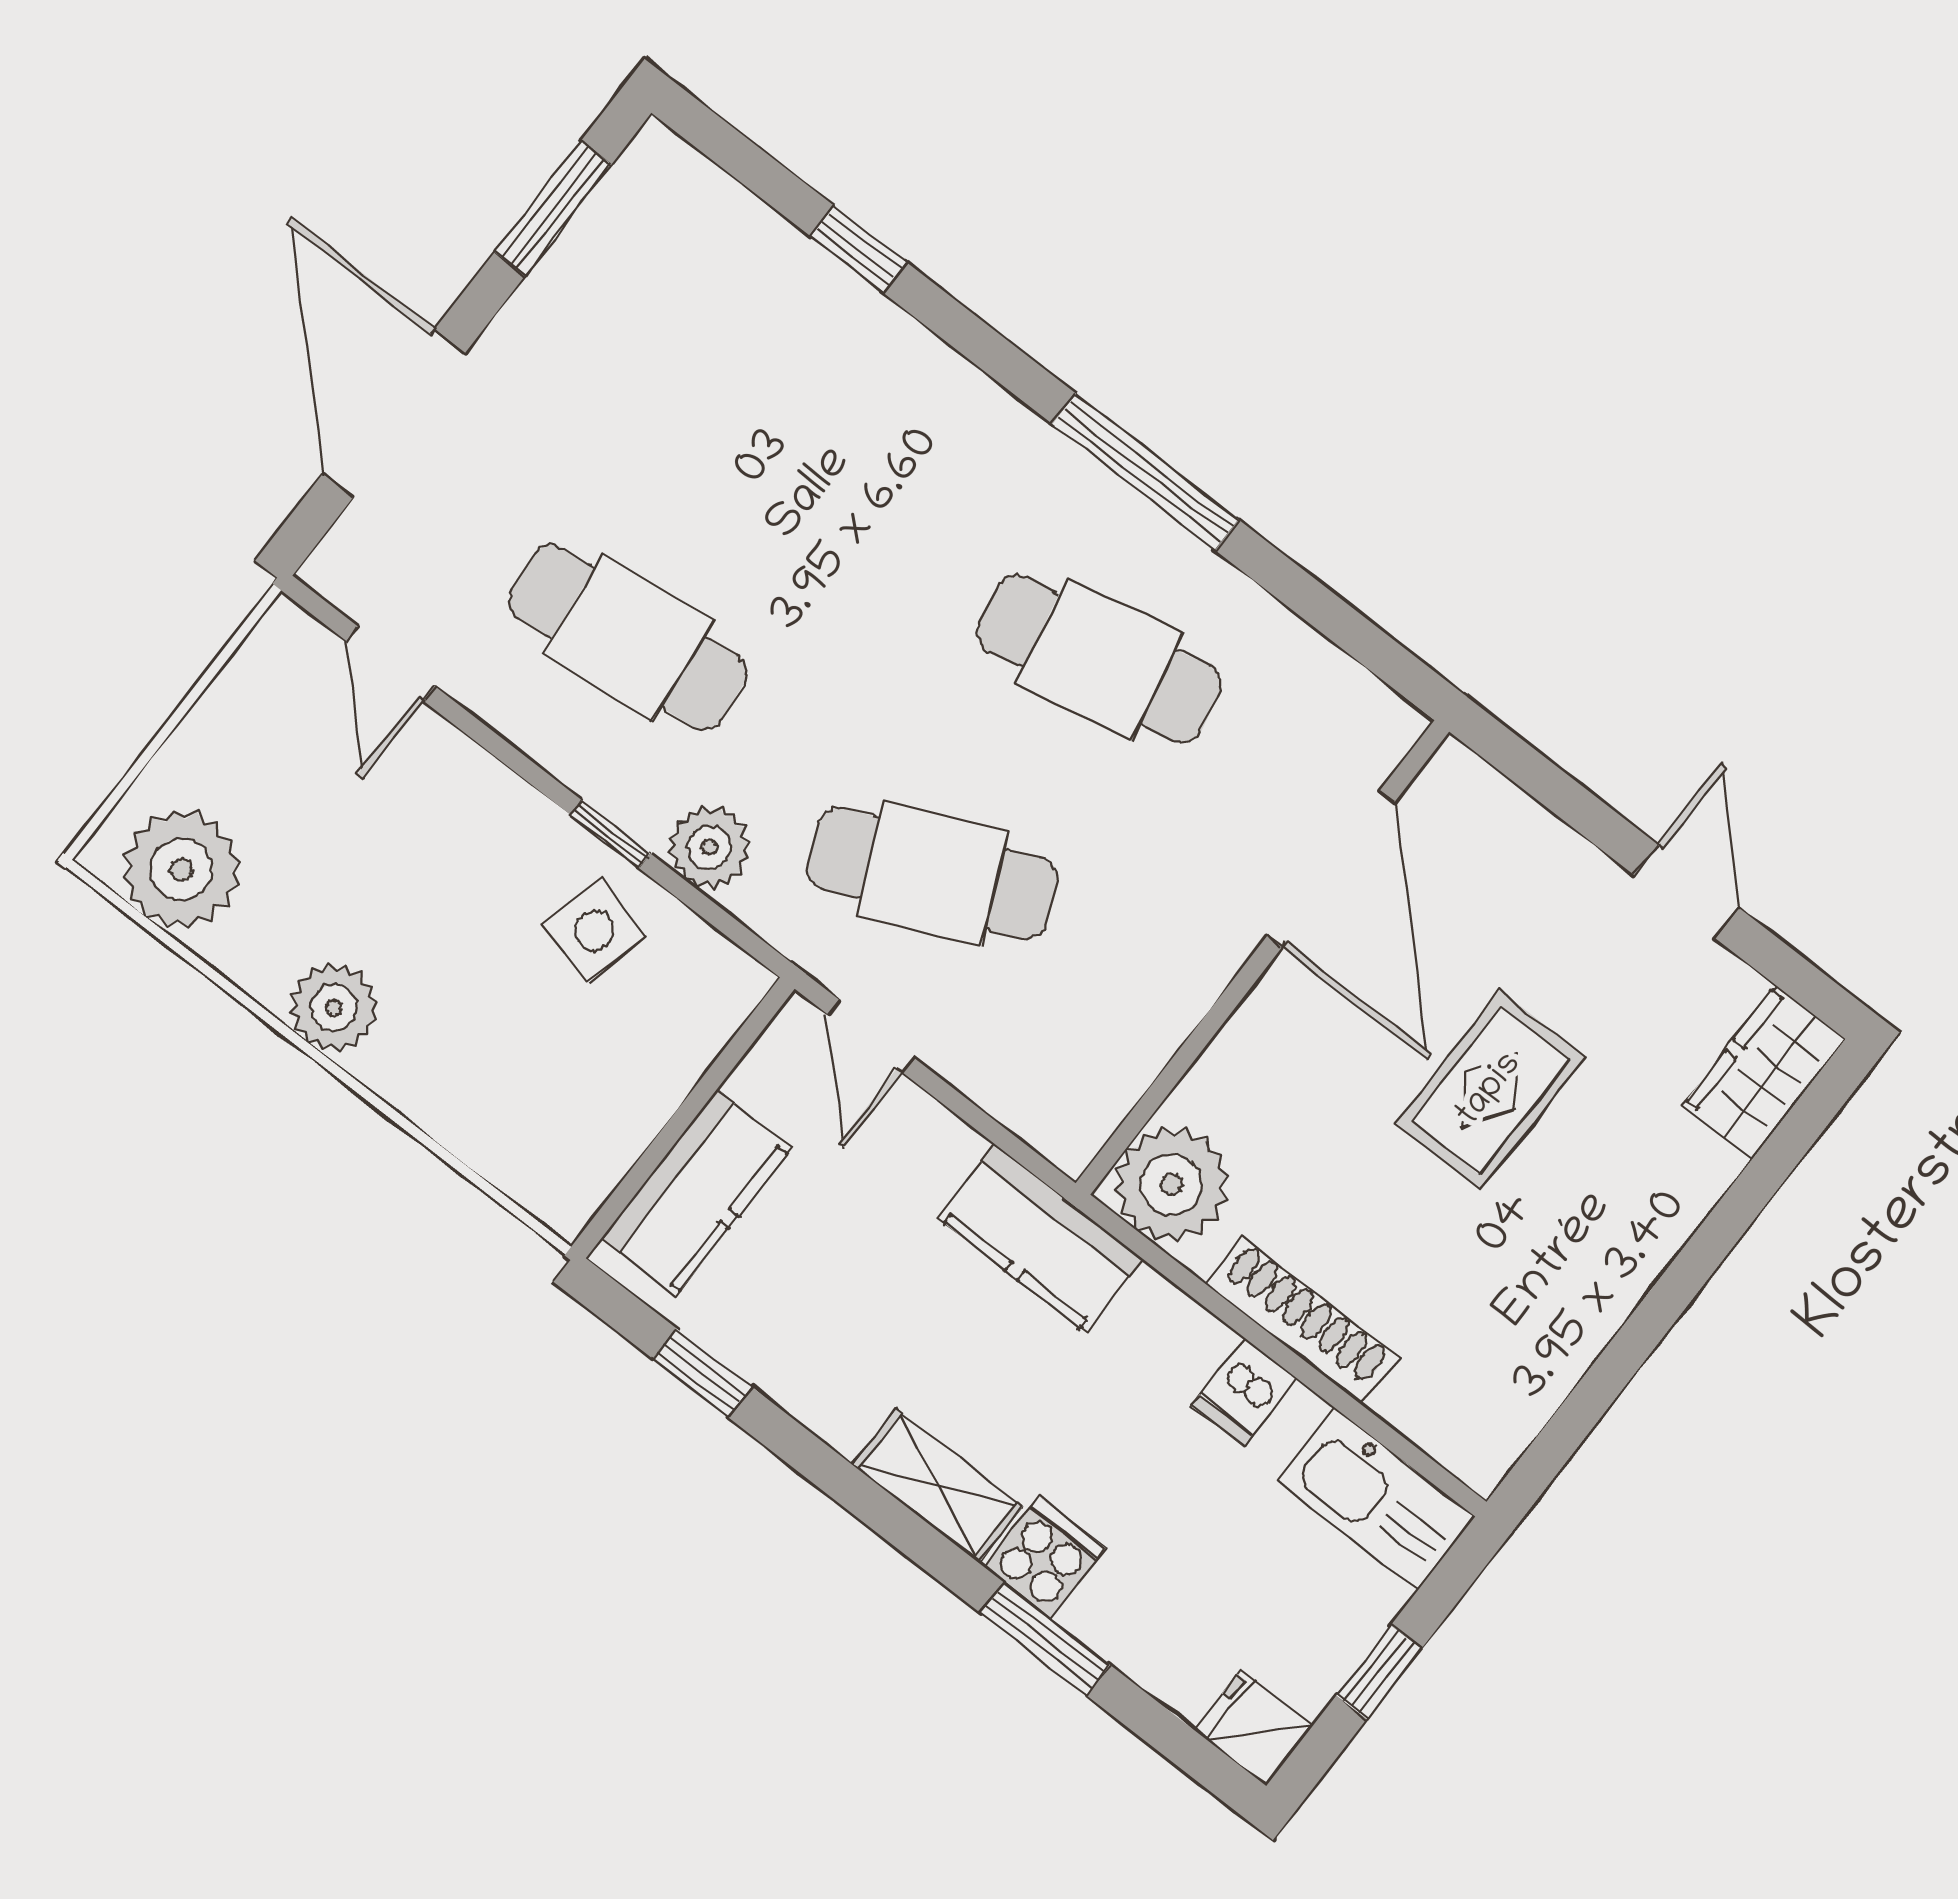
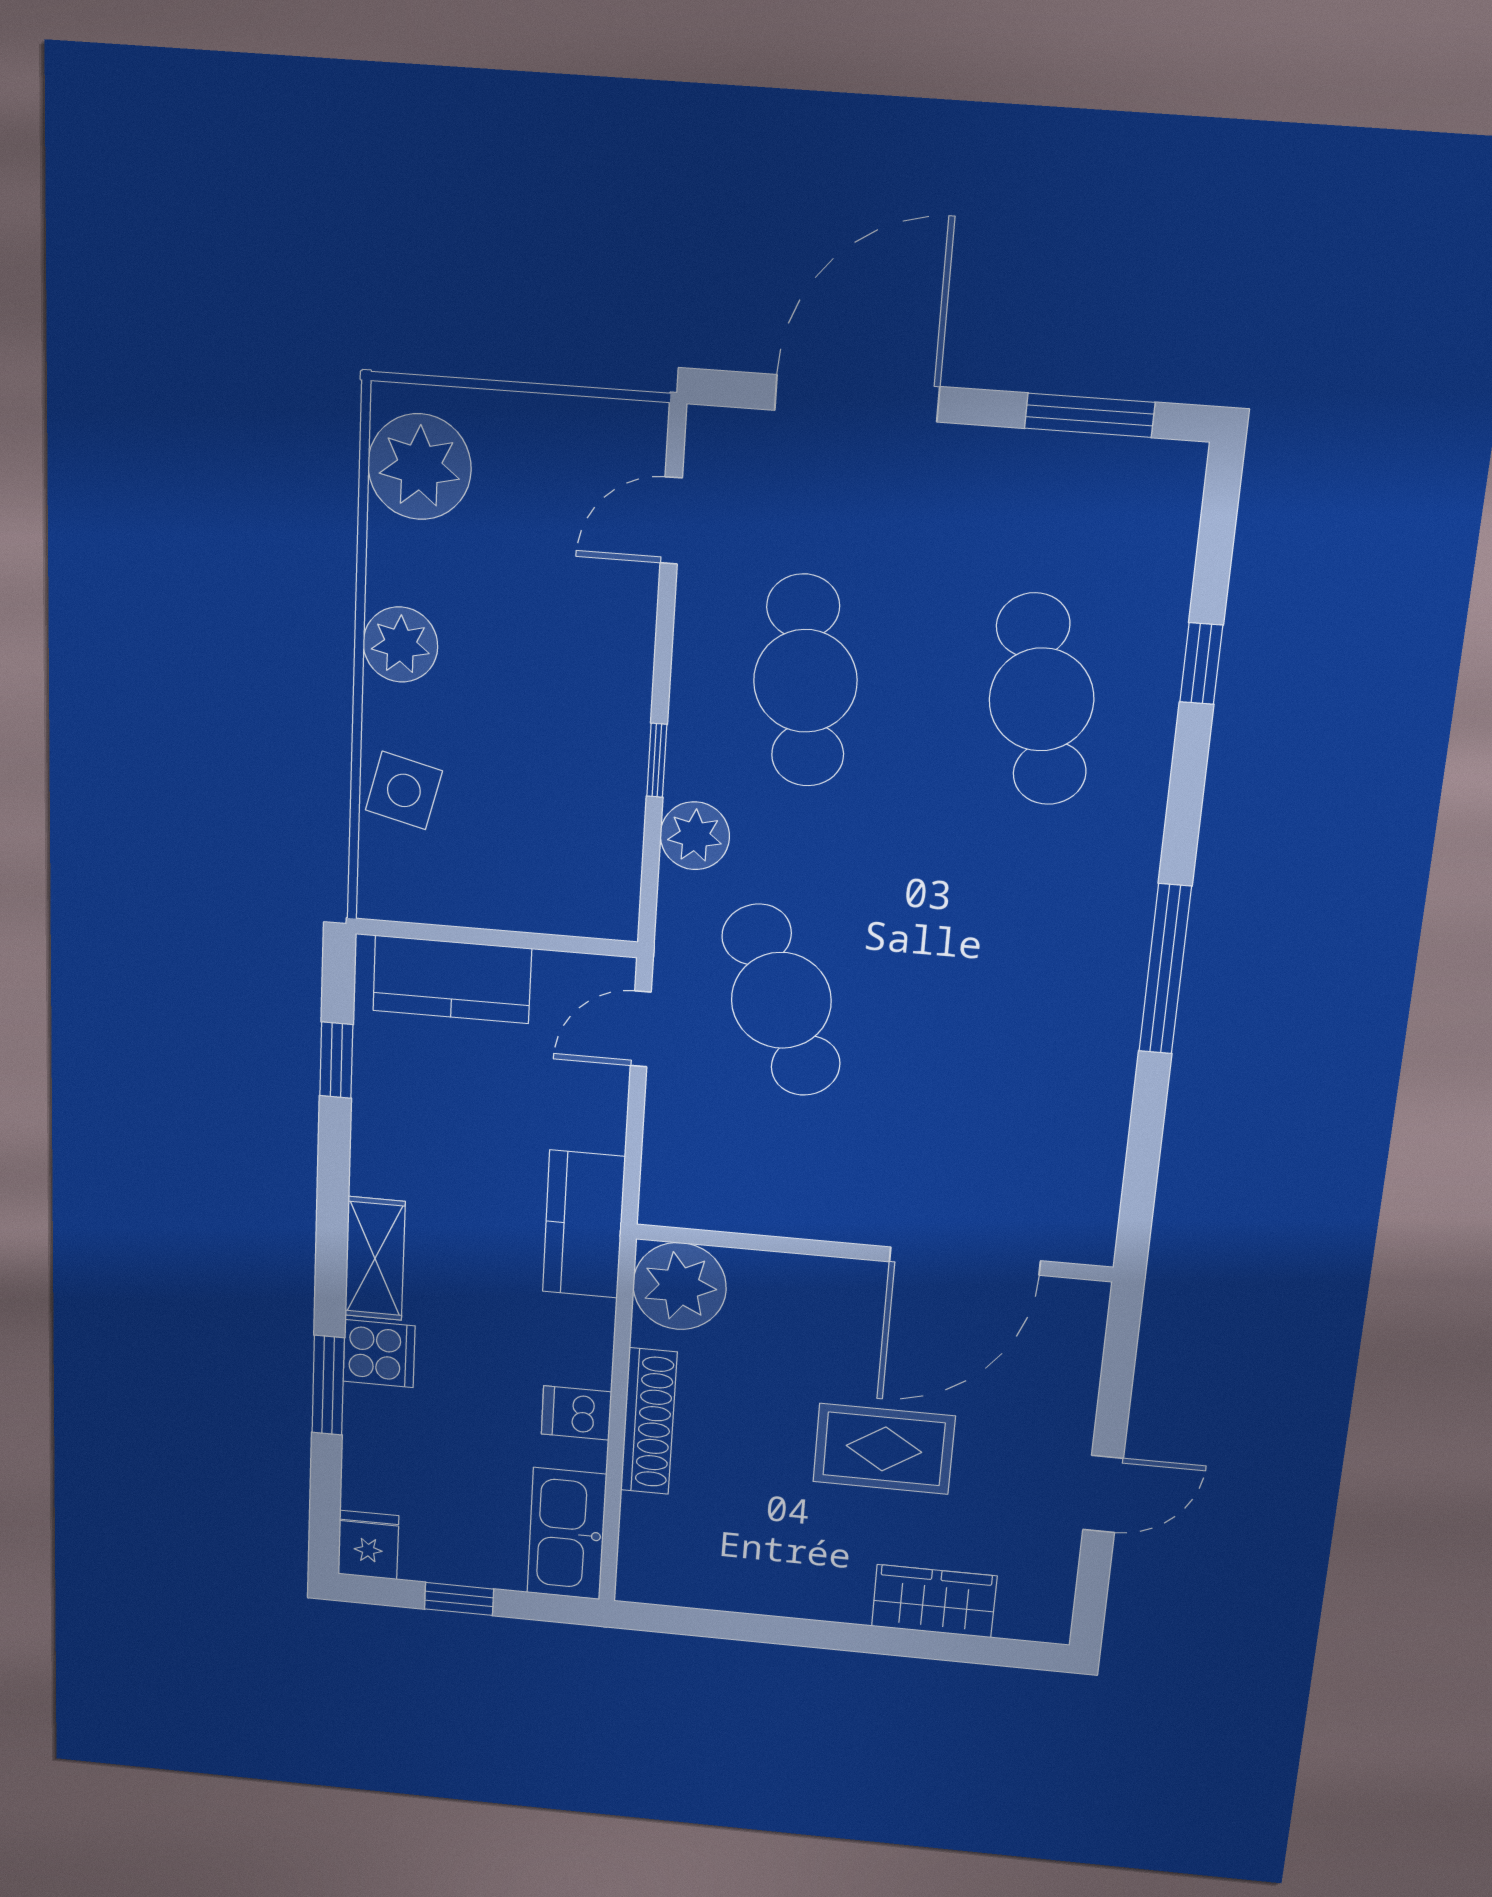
cafe table: (1099, 659) -> (1041, 700), moved
side table: (594, 931) -> (404, 790), moved
wardrobe: (1764, 1072) -> (934, 1601), moved

